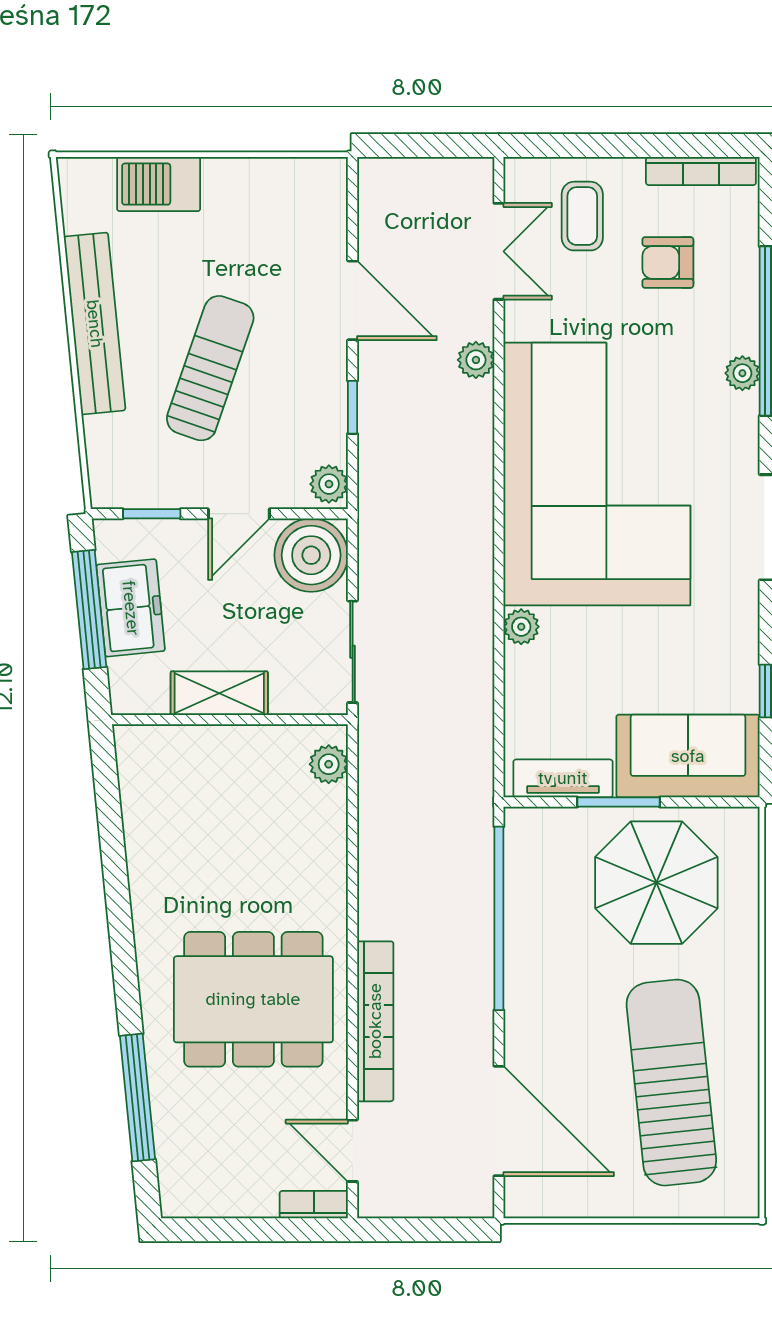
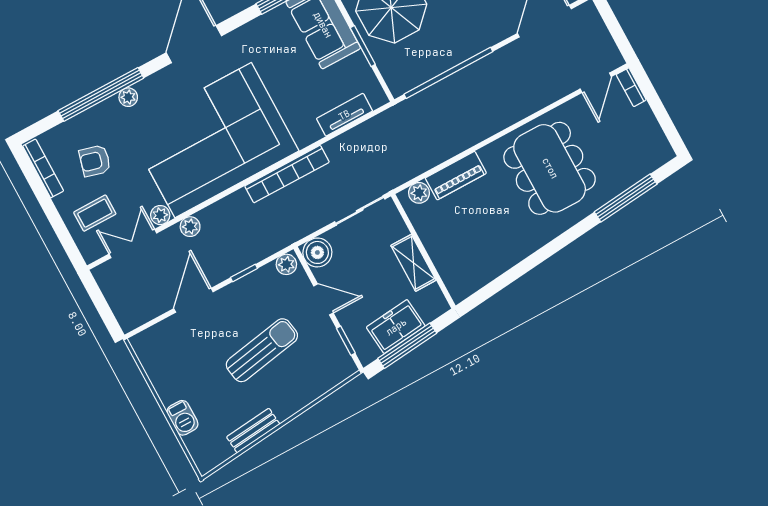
barbecue: (159, 184) -> (182, 418), width x0.73, depth x0.79
armchair: (668, 262) -> (95, 161), turned 105
bench: (95, 324) -> (253, 431), width x0.54, depth x0.82
sun lounger: (210, 368) -> (262, 350), turned 151
boiler: (311, 555) -> (317, 252), width x0.73, depth x0.73
plant: (521, 627) -> (160, 215), moved
tv unit: (563, 778) -> (344, 115), moved, turned 90
piano: (324, 840) -> (456, 176), added
bookcase: (375, 1021) -> (287, 174), moved, turned 180

